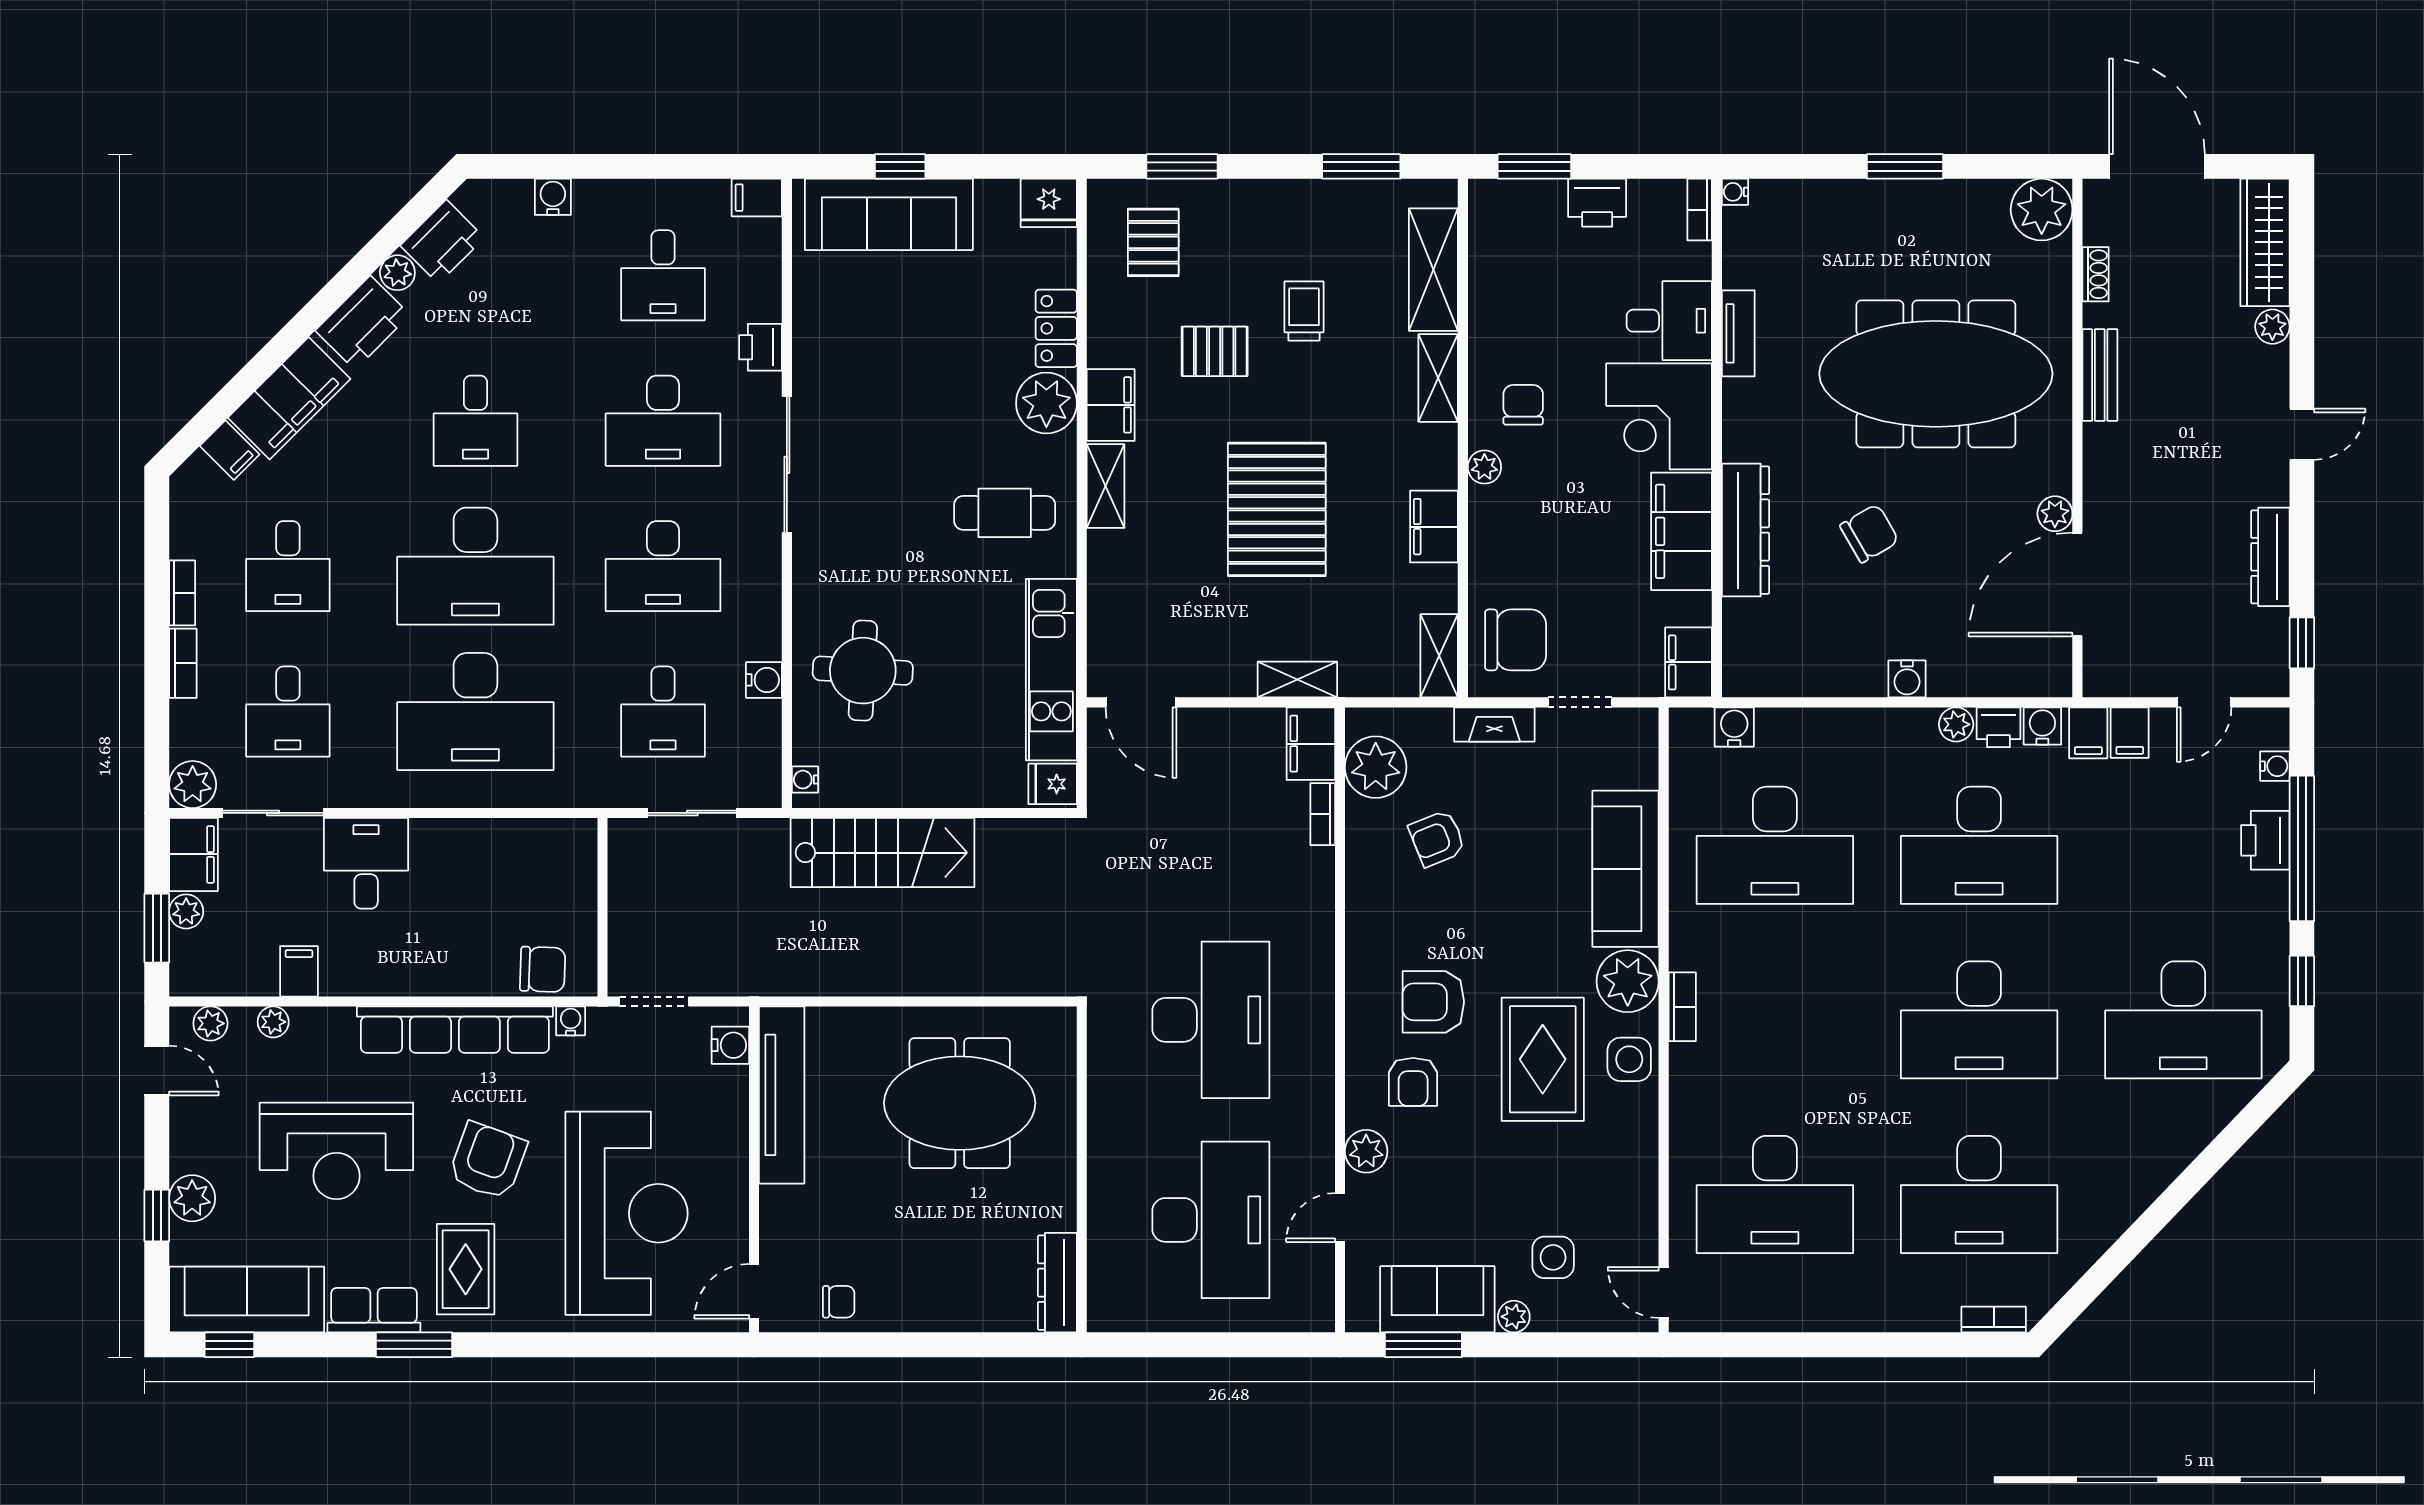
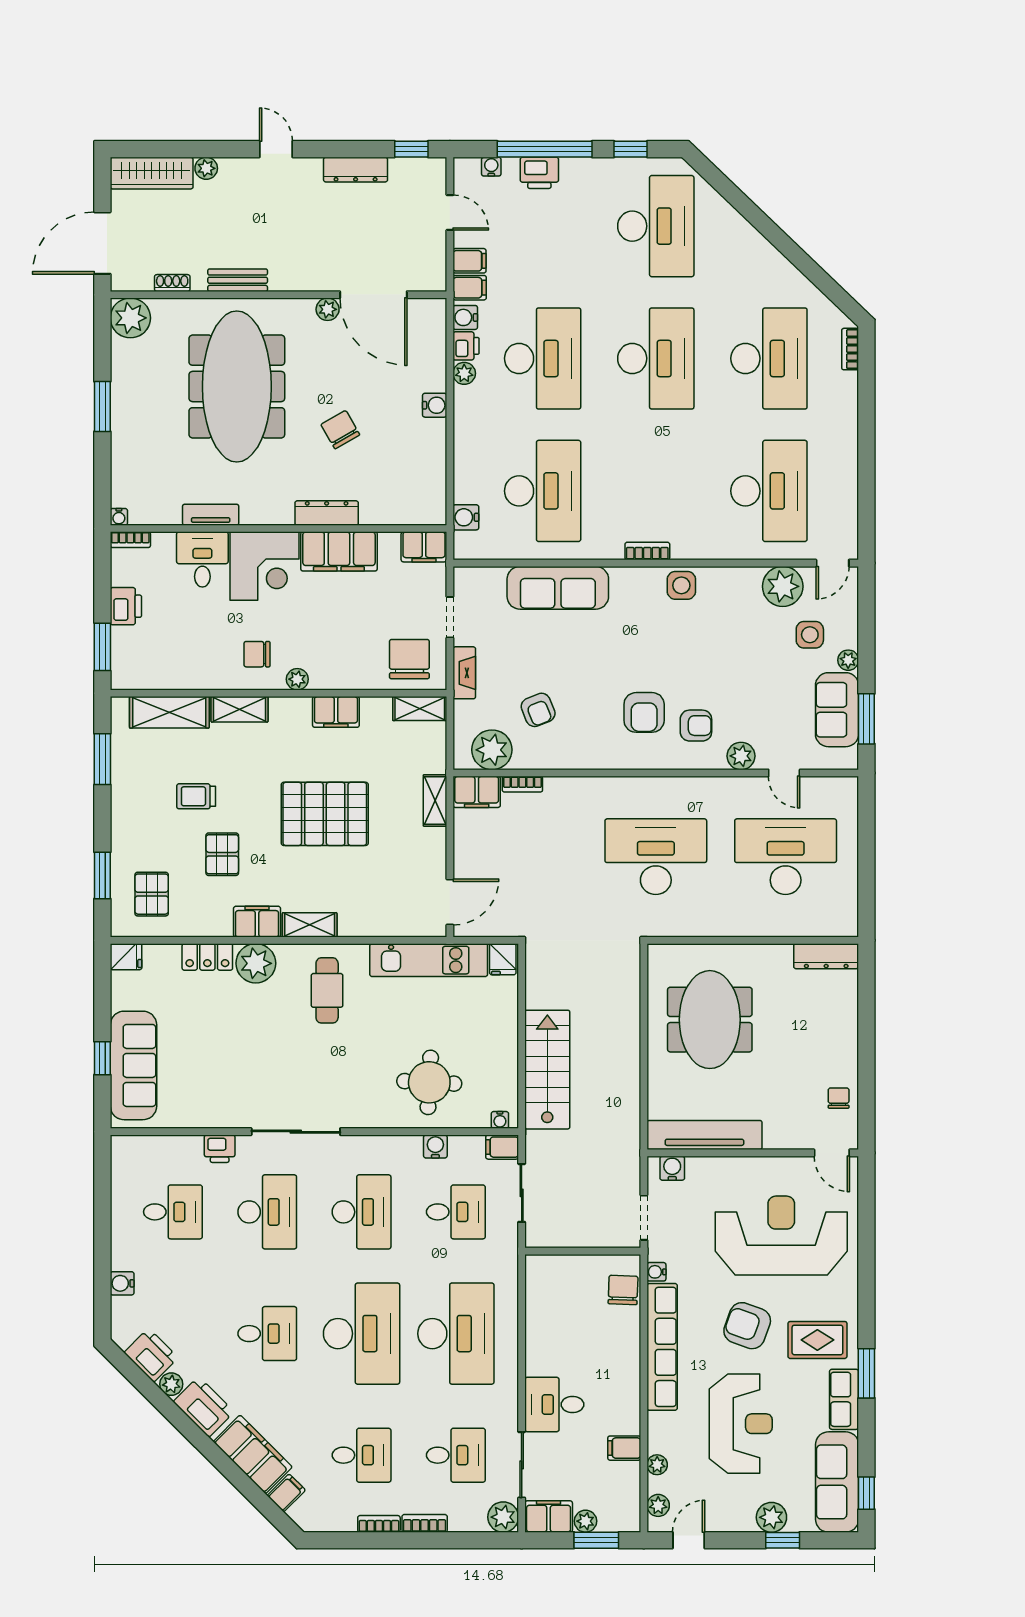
filing cabinet: (757, 198) -> (502, 1147), moved, turned 90
fridge: (1049, 203) -> (126, 957), width x0.72
pallet: (1153, 242) -> (152, 894), turned 90
dresser: (1745, 530) -> (327, 513), width x0.73, depth x0.80
plant: (1628, 981) -> (783, 586), moved
rug: (1543, 1059) -> (681, 641), removed

